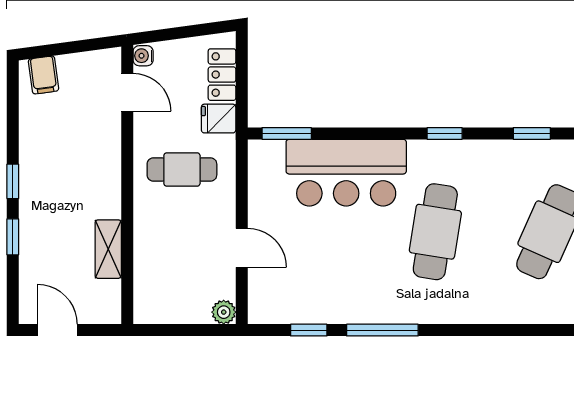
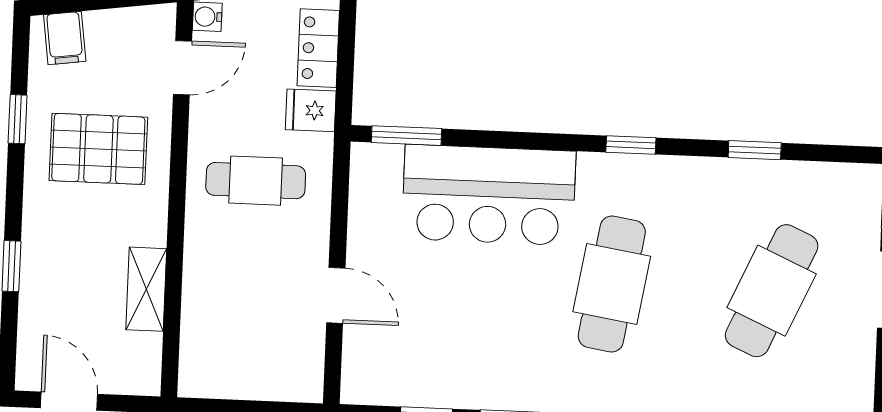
door: (127, 92) -> (183, 68), hinge flipped
pallet: (70, 152) -> (98, 149), added
window: (13, 181) -> (18, 119), moved
plant: (224, 312) -> (307, 386), removed

